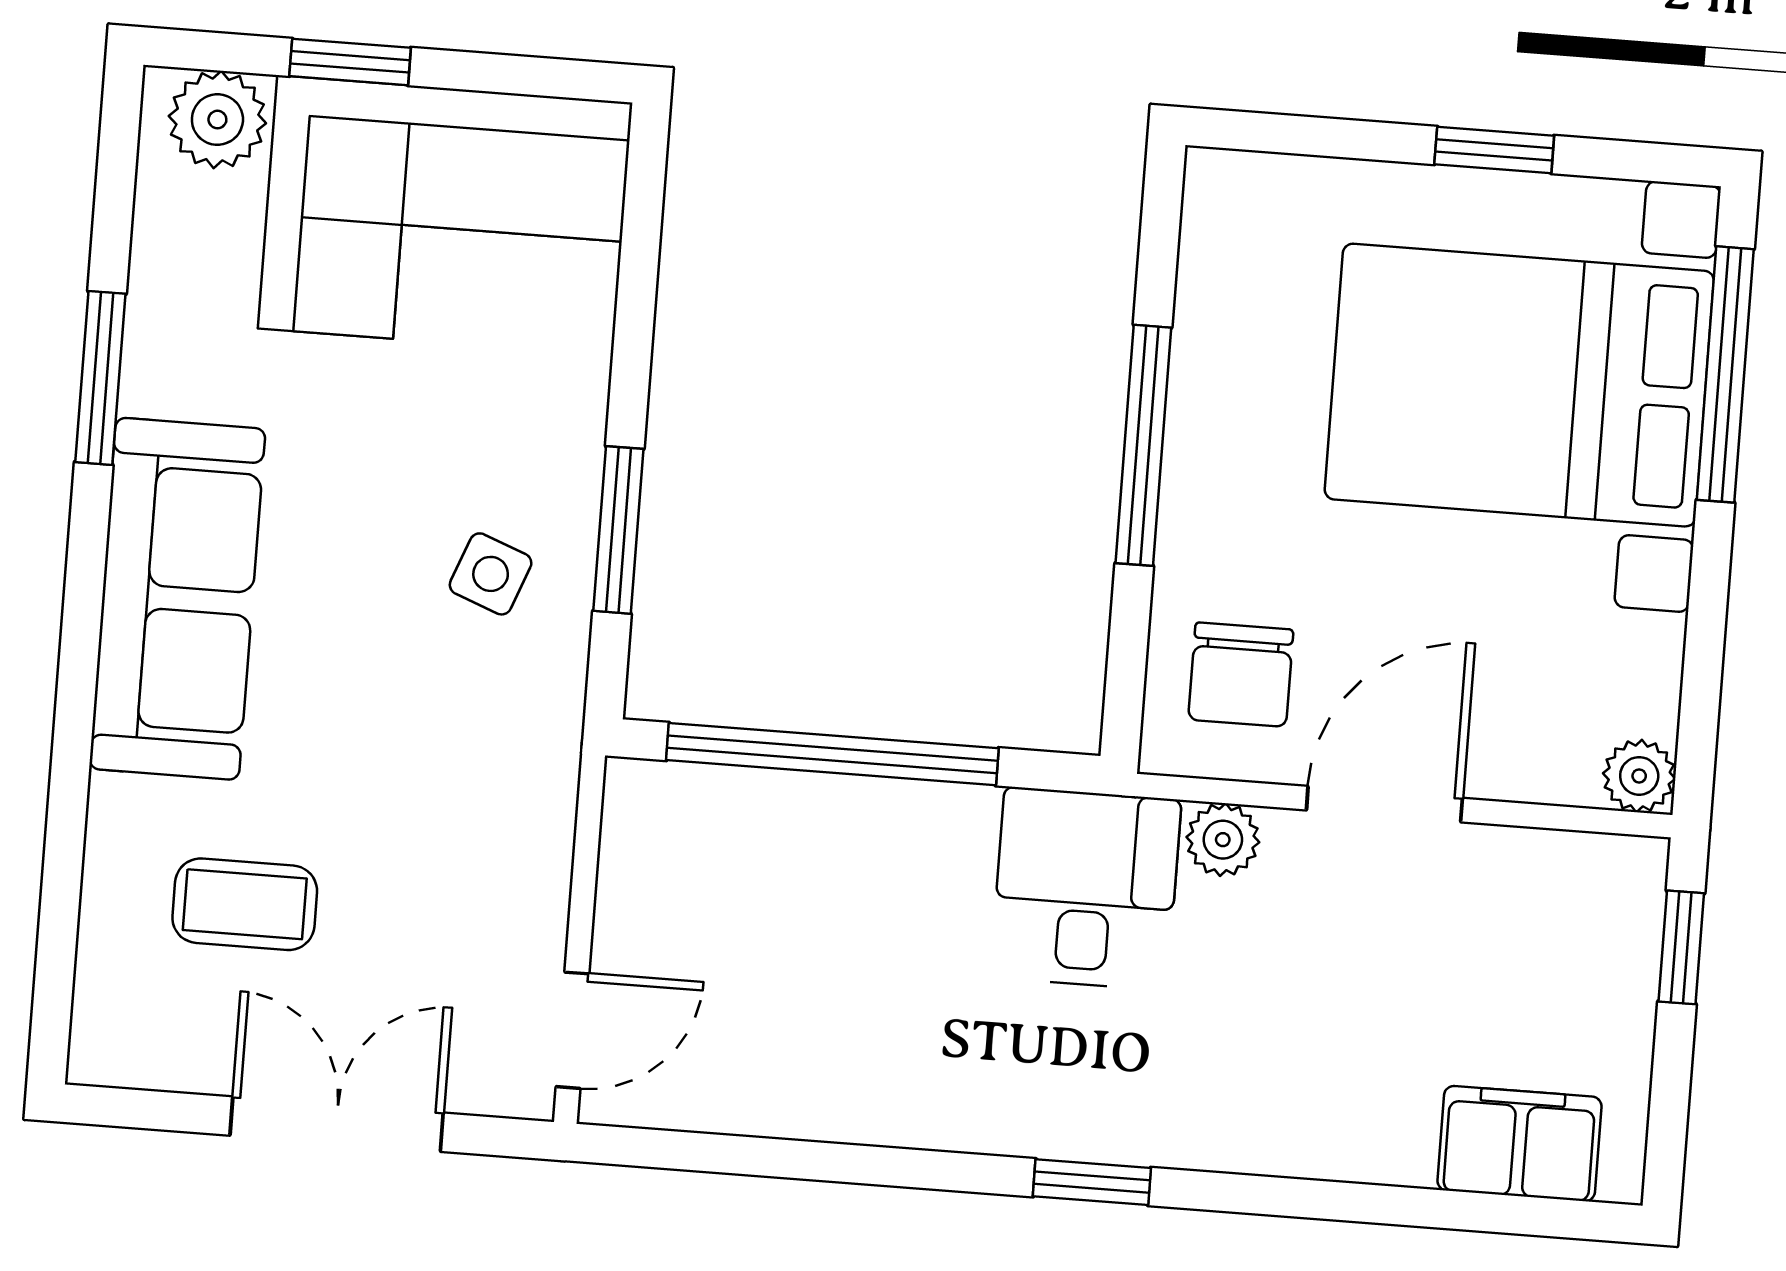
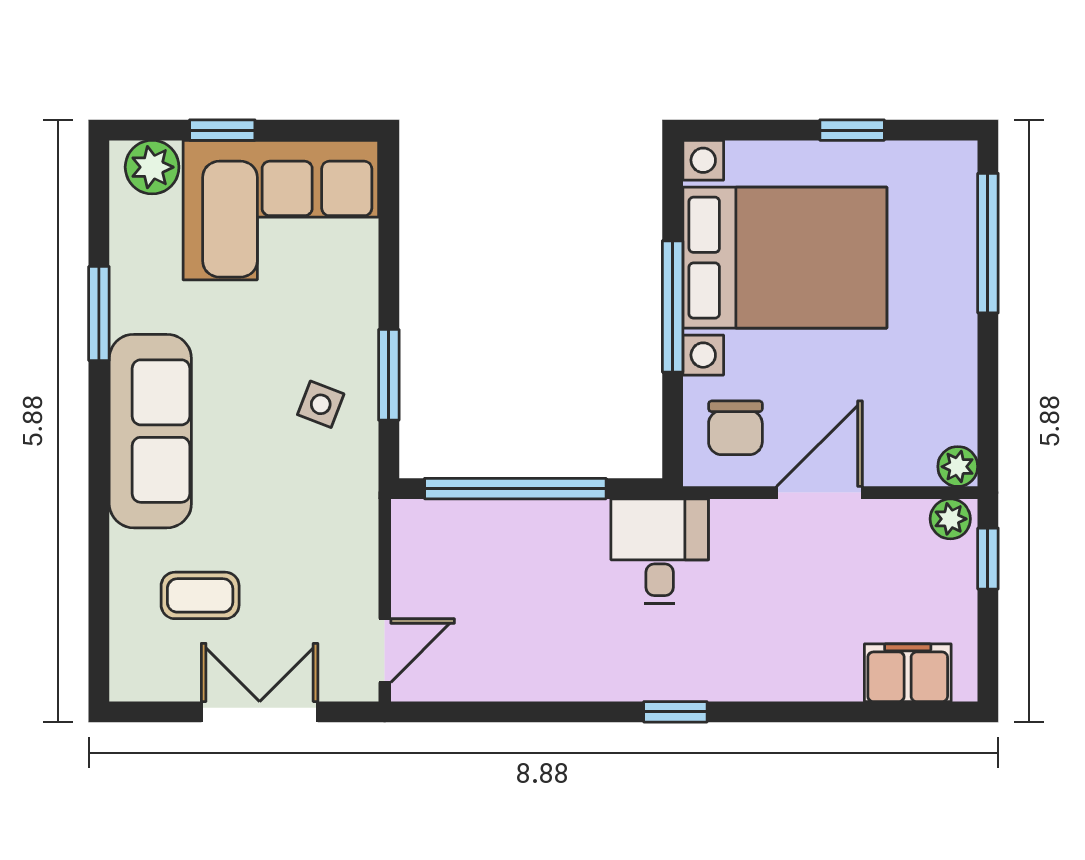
bed with nightstands: (1519, 385) -> (785, 258), moved, turned 180
plant: (1223, 840) -> (950, 519), moved

